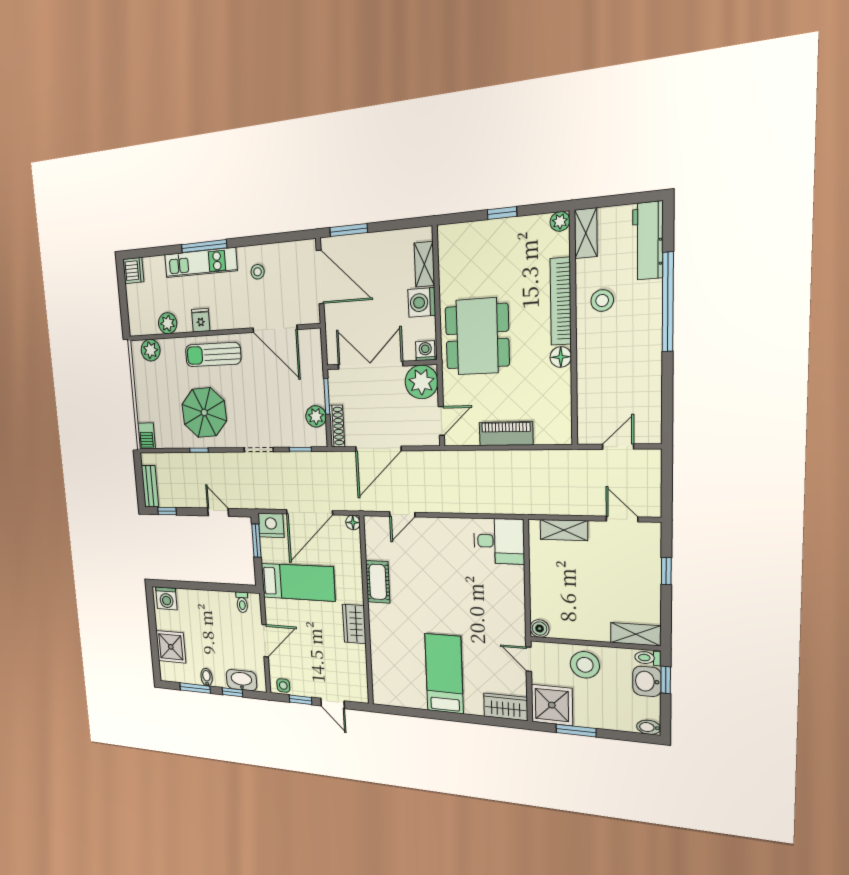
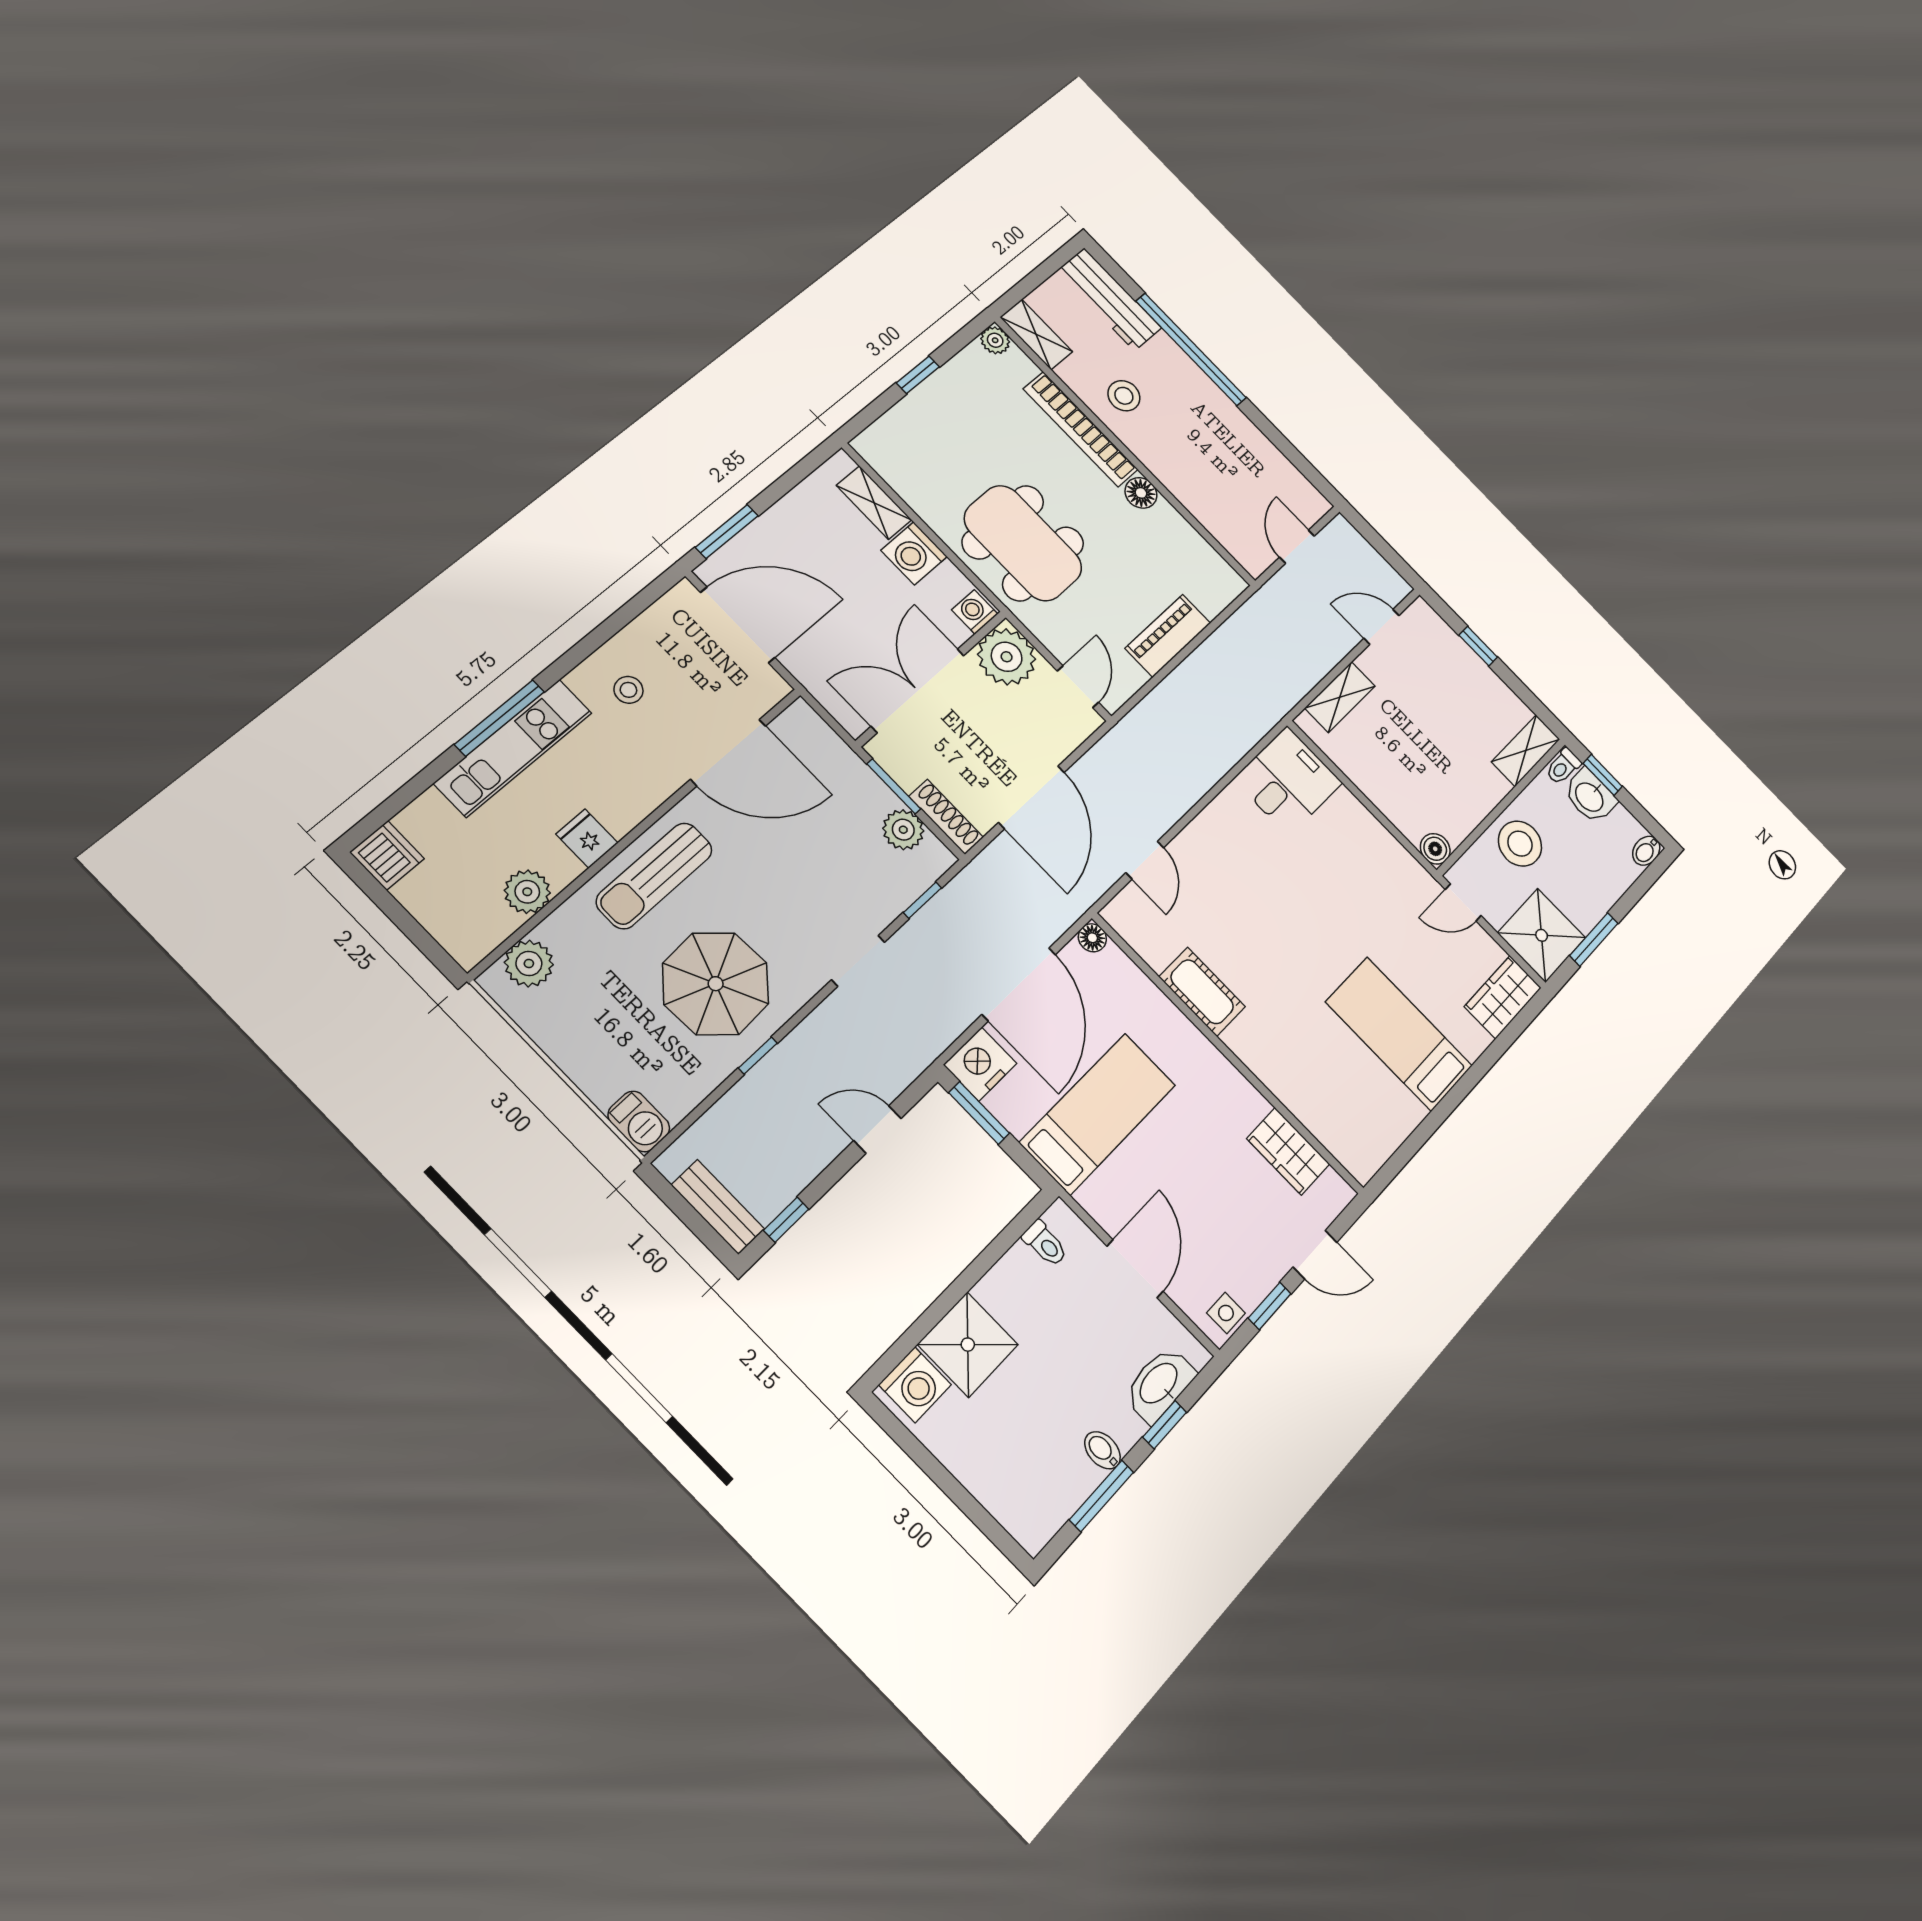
wardrobe: (354, 624) -> (1288, 1151), moved
shower: (171, 647) -> (968, 1345), moved

